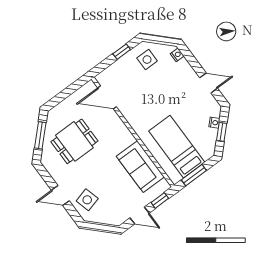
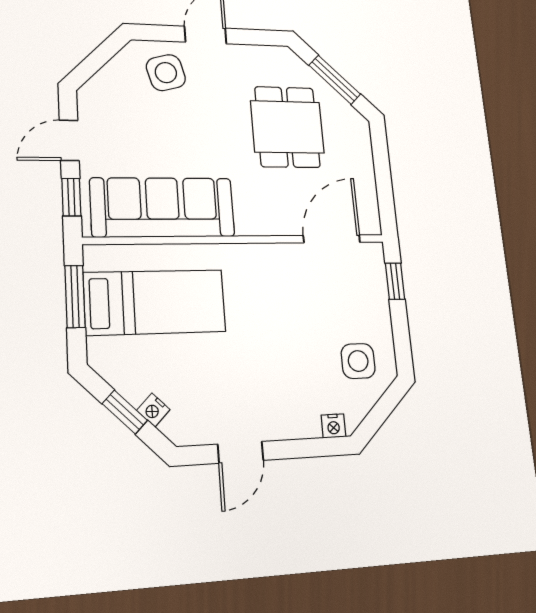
window: (122, 52) -> (395, 281), moved
sofa: (140, 167) -> (163, 207), width x1.36

